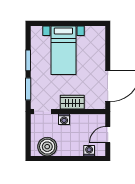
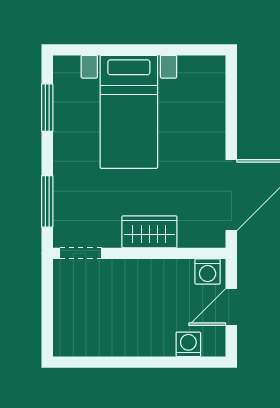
window: (28, 60) -> (47, 108), moved
washing machine: (64, 119) -> (208, 272), moved
boiler: (47, 147) -> (91, 335), removed

